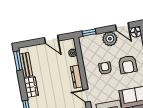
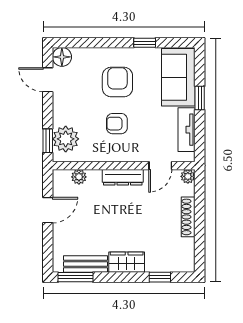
door: (122, 27) -> (48, 80), swing flipped
plant: (110, 39) -> (66, 139), moved
armchair: (128, 65) -> (117, 82), turned -90

